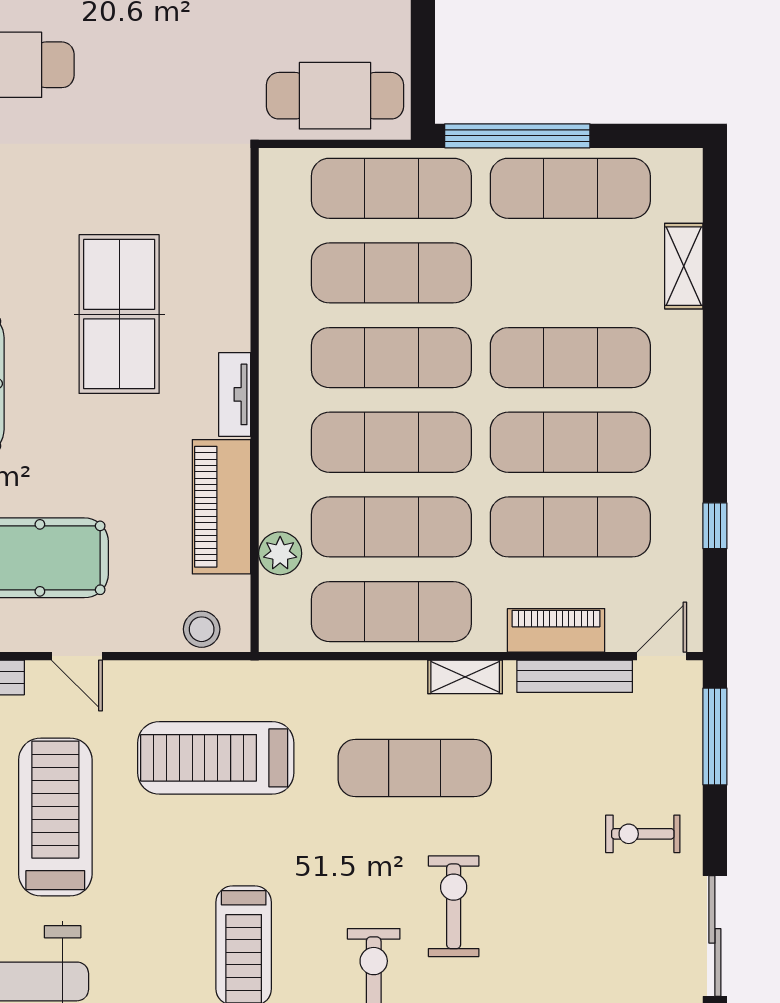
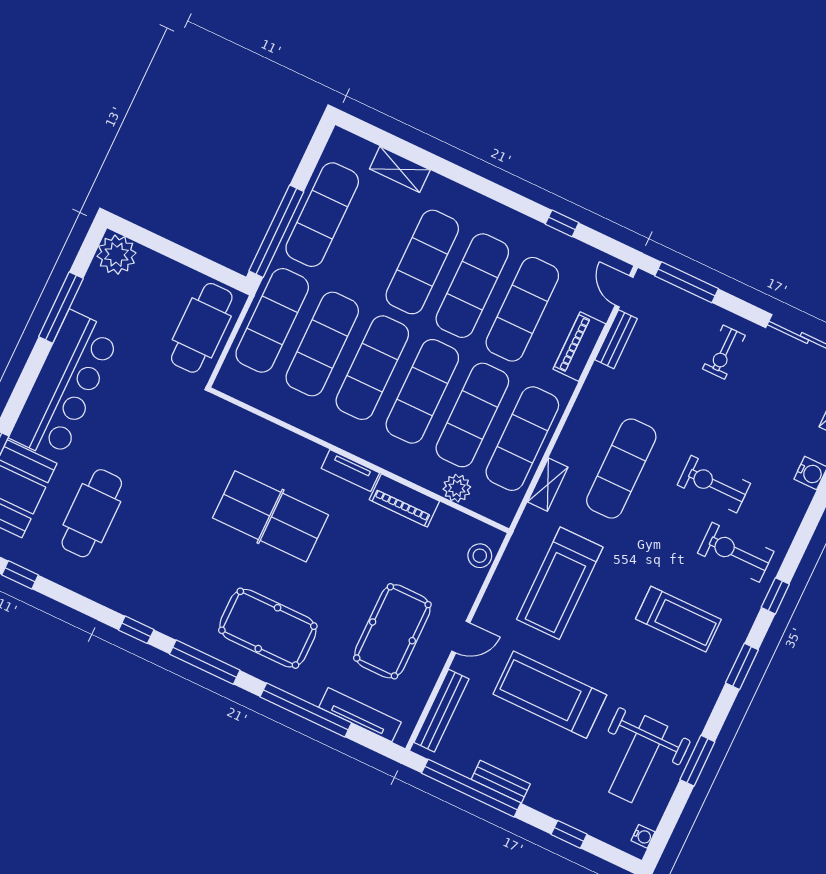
piano: (222, 507) -> (404, 500), width x0.73, depth x0.75
bench: (575, 676) -> (616, 339), width x0.73
shelving: (465, 677) -> (548, 485), moved

